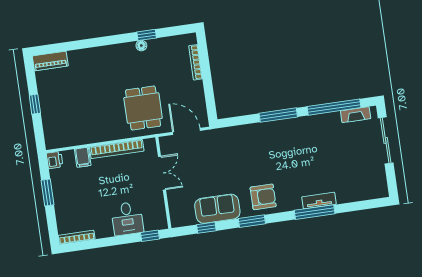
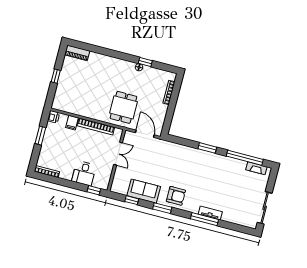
window: (278, 115) -> (207, 148), width x0.69
sliding door: (386, 140) -> (265, 208), moved

